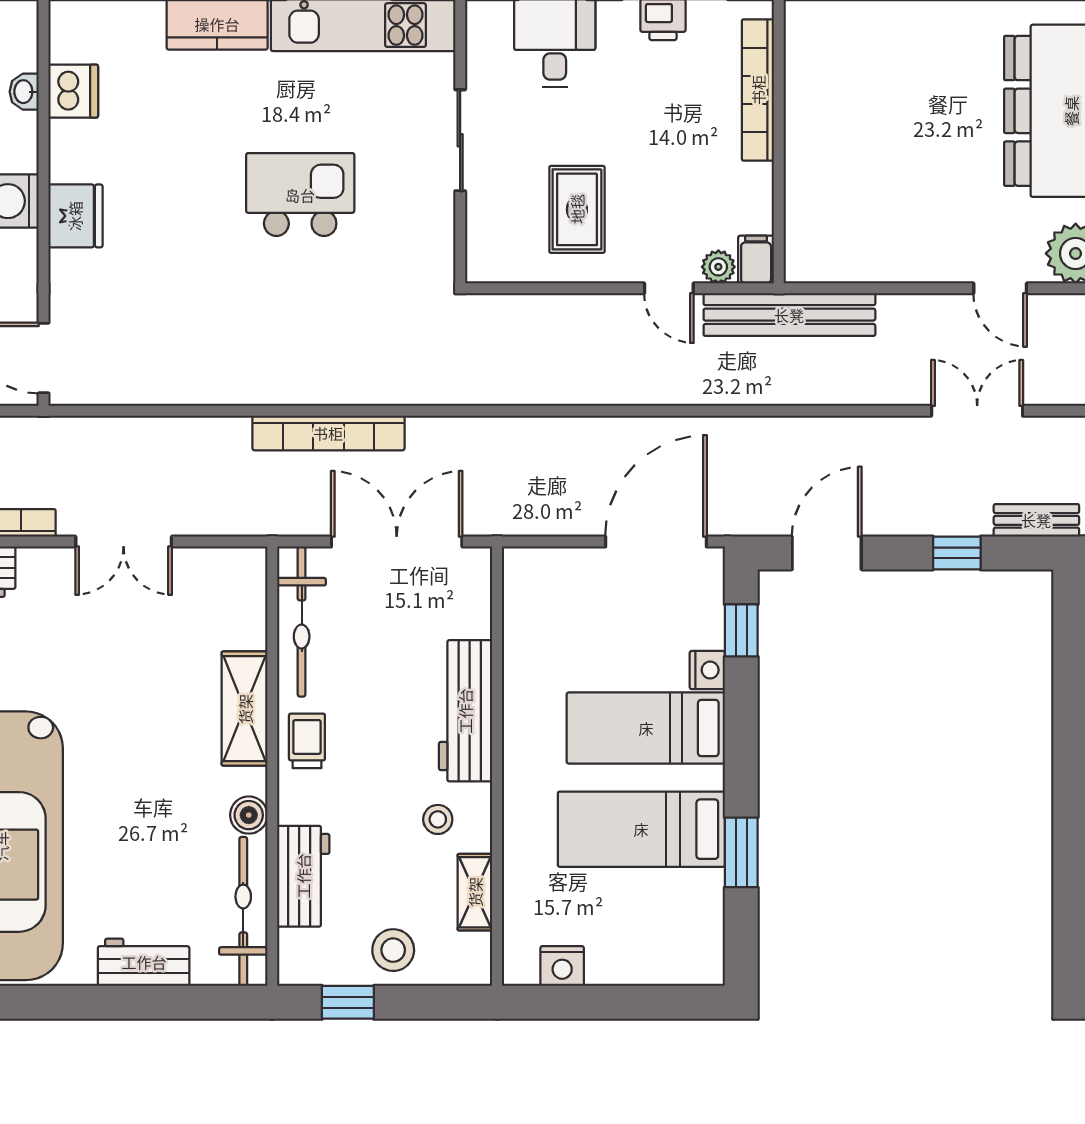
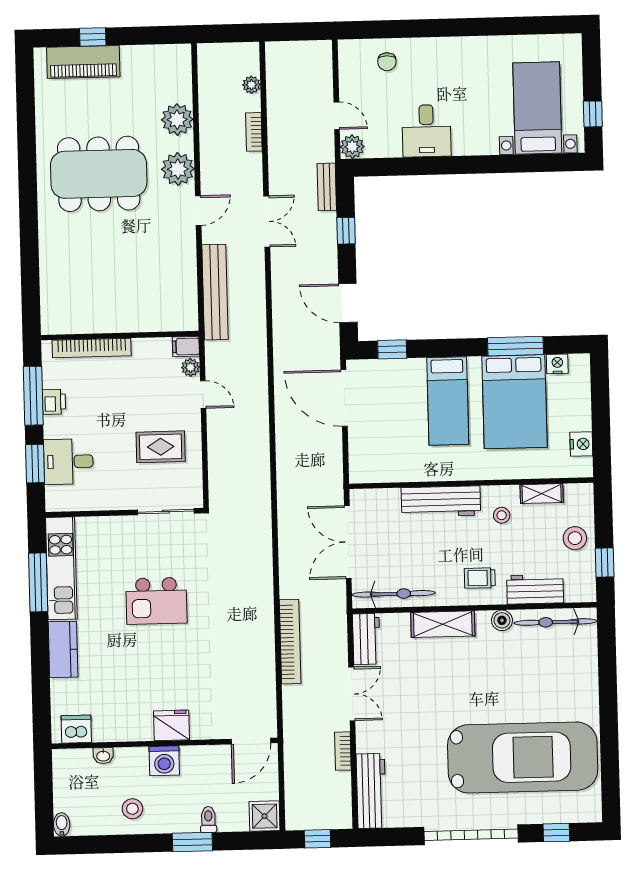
dishwasher: (73, 91) -> (76, 729), moved
sliding door: (460, 140) -> (166, 512), moved
kitchen island: (300, 195) -> (156, 601), turned -90
door: (669, 288) -> (203, 395), hinge flipped
bench: (789, 315) -> (215, 292), moved
double door: (977, 411) -> (267, 221), swing flipped
bookcase: (328, 433) -> (290, 642), moved
nightstand: (707, 670) -> (557, 364), moved
trolley: (307, 741) -> (480, 578), moved
bed: (641, 829) -> (515, 402), width x1.50
window: (741, 852) -> (516, 346), width x1.44
workbench: (144, 962) -> (366, 639), moved, turned 180

